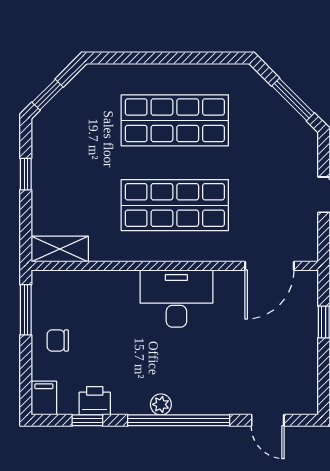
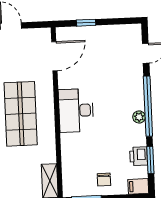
door: (269, 266) -> (54, 56), hinge flipped
window: (87, 420) -> (150, 160), width x1.50

